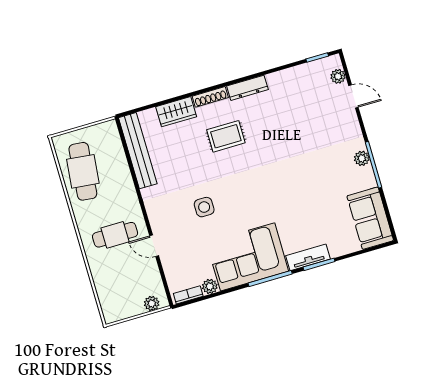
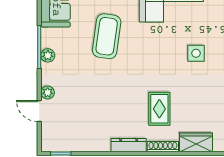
plant: (338, 76) -> (48, 93), moved
rug: (226, 136) -> (159, 109), turned 90
coffee table: (305, 197) -> (107, 36), added

